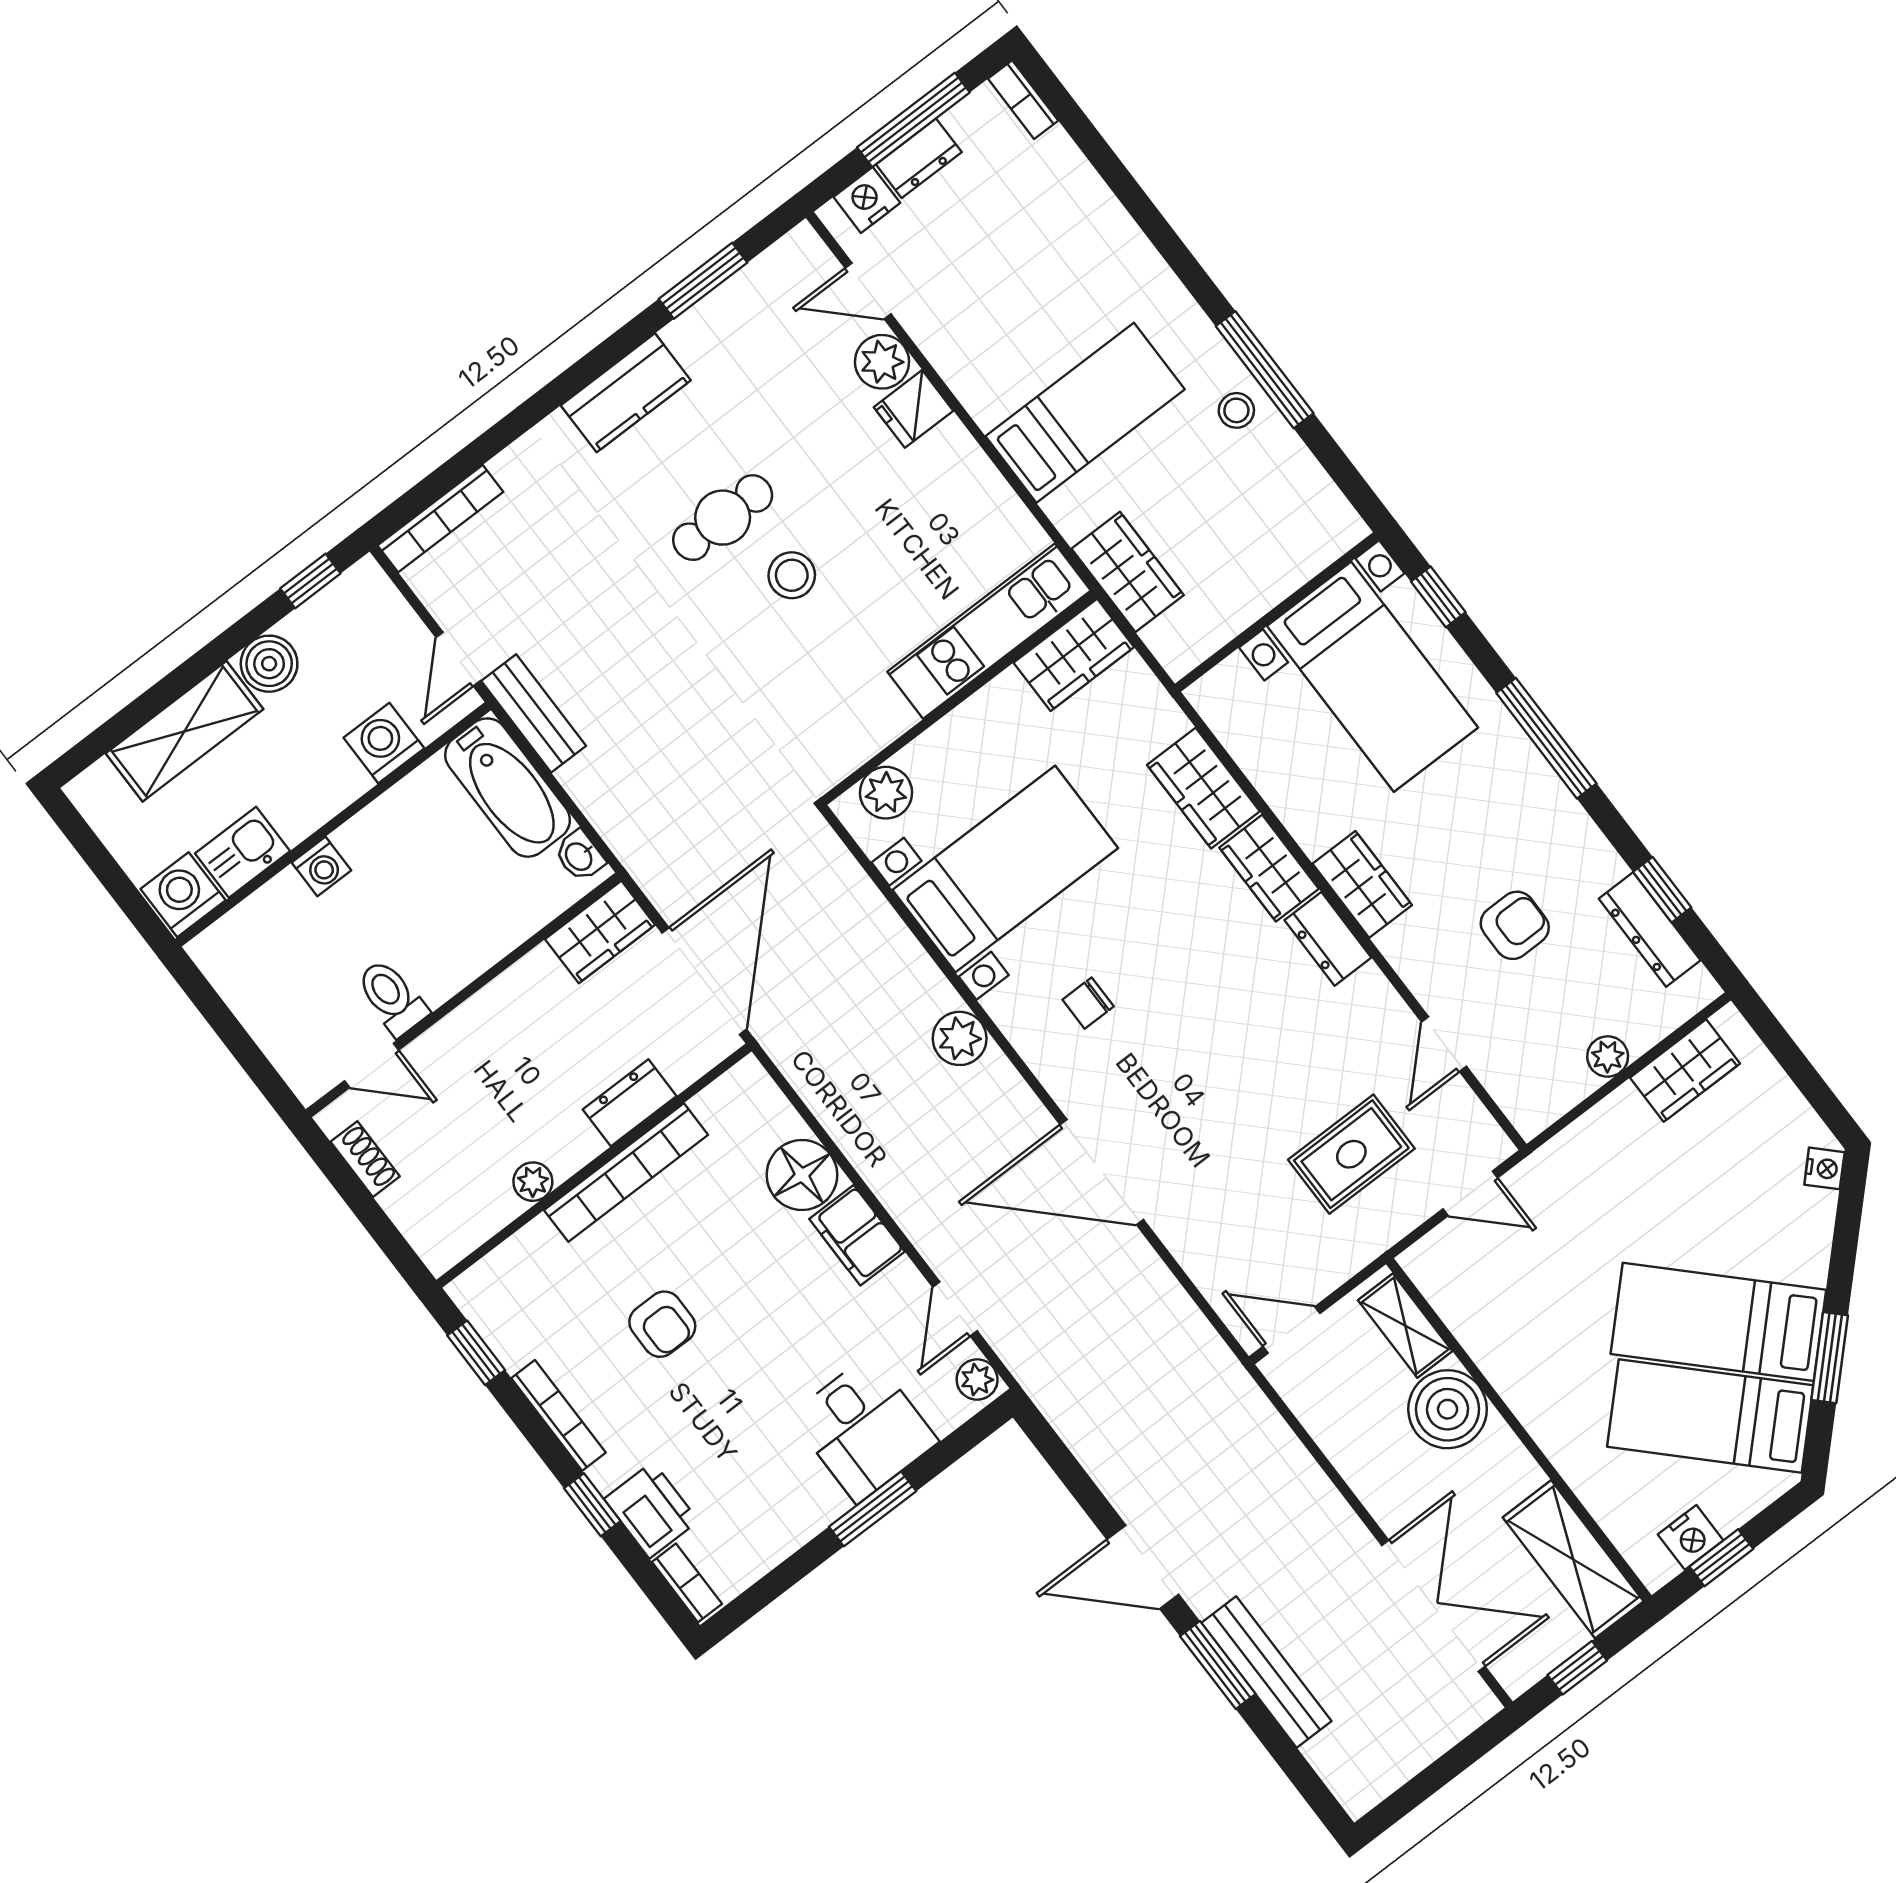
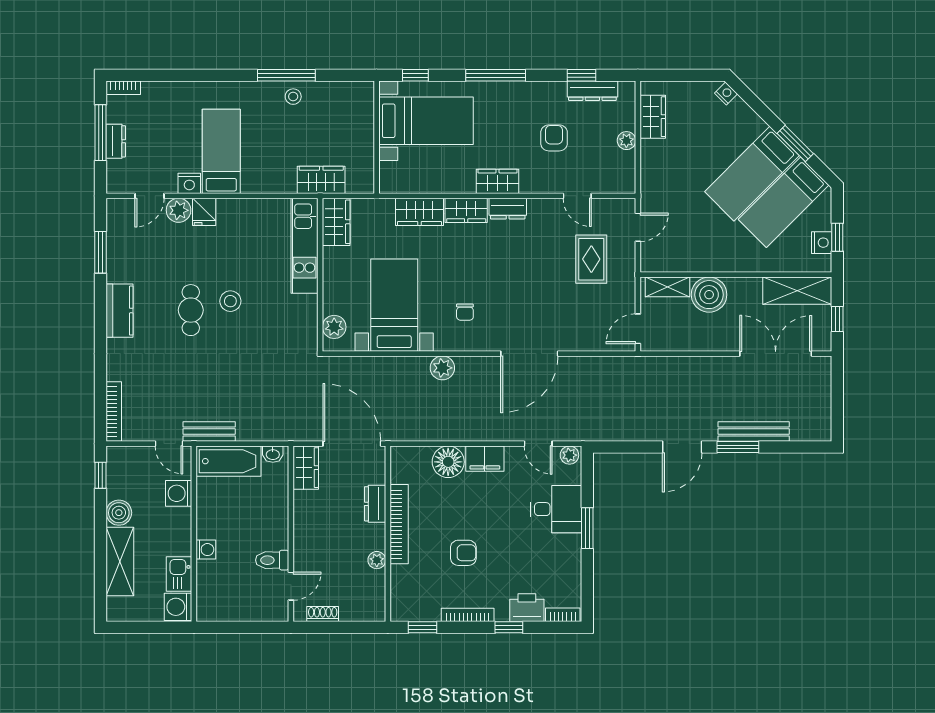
nightstand: (867, 200) -> (189, 183), moved, turned -90
bed: (1085, 413) -> (221, 151), moved

